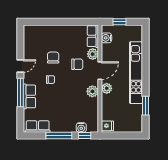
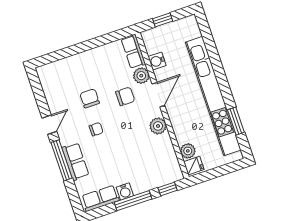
water cooler: (106, 38) -> (157, 61), moved
kitchen unit: (136, 73) -> (213, 96), width x1.36
plant: (107, 88) -> (188, 151), moved
water cooler: (81, 128) -> (125, 191), moved

